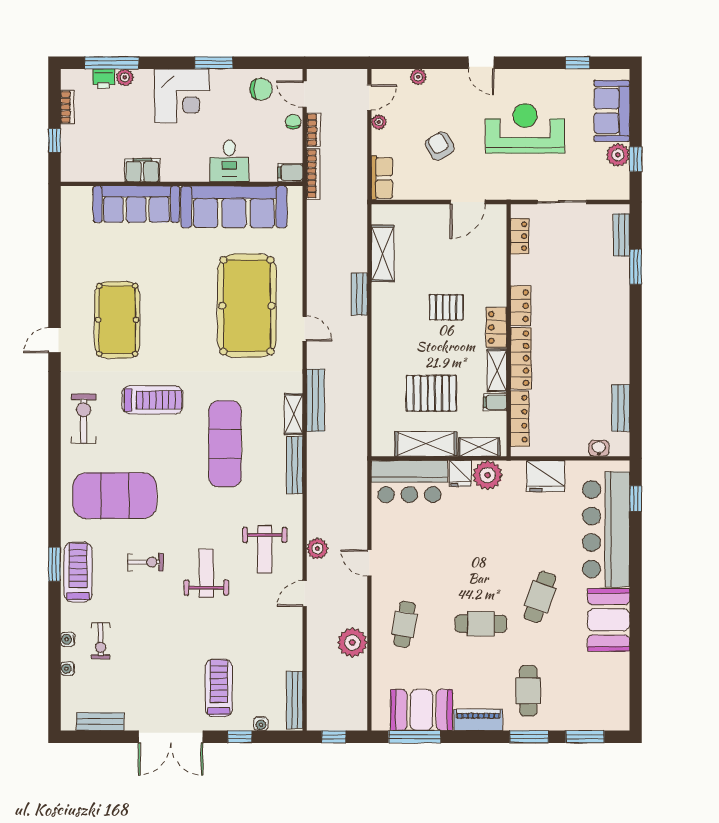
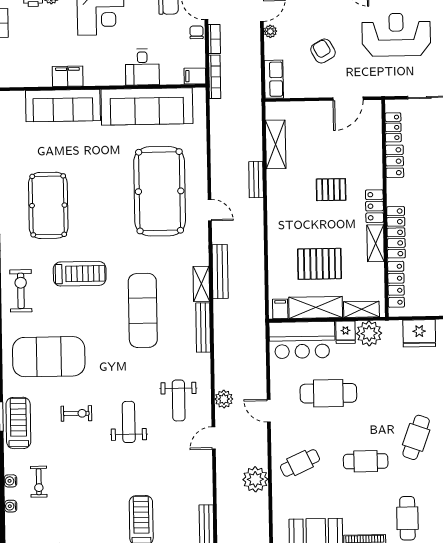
locker: (521, 306) -> (395, 161), moved
filing cabinet: (495, 402) -> (280, 309), moved, turned 90
cafe table: (439, 544) -> (328, 393), added
cafe table: (405, 624) -> (300, 463), turned 56

